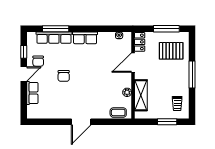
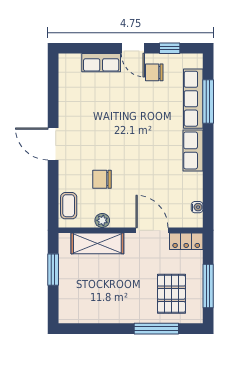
window: (192, 75) -> (156, 329), moved
chair: (64, 76) -> (102, 179), moved
trolley: (177, 104) -> (84, 304), removed
window: (167, 122) -> (53, 270), moved

